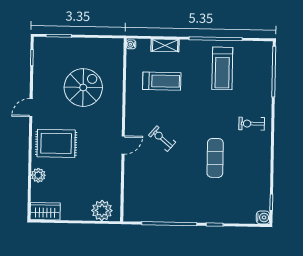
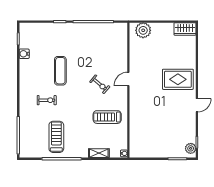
treadmill: (162, 81) -> (107, 117), moved
spiral stairs: (83, 88) -> (159, 121), removed
exercise bike: (252, 124) -> (47, 100), moved
plant: (38, 175) -> (191, 148), moved
water cooler: (263, 217) -> (24, 54), moved

